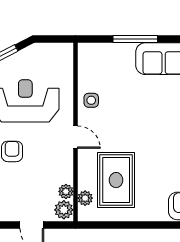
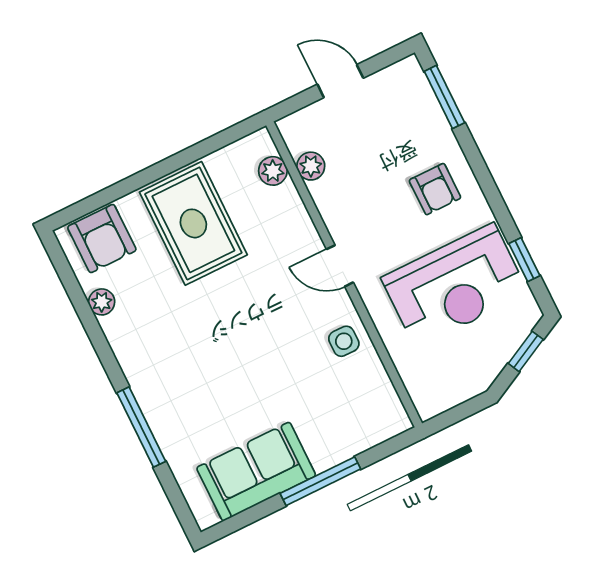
rug: (116, 180) -> (193, 223), moved
plant: (64, 210) -> (299, 134), removed

